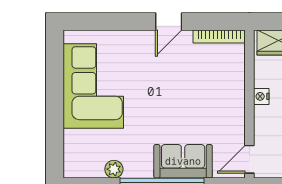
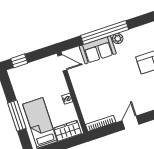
door: (249, 159) -> (62, 63), hinge flipped
plant: (114, 169) -> (118, 39), moved

